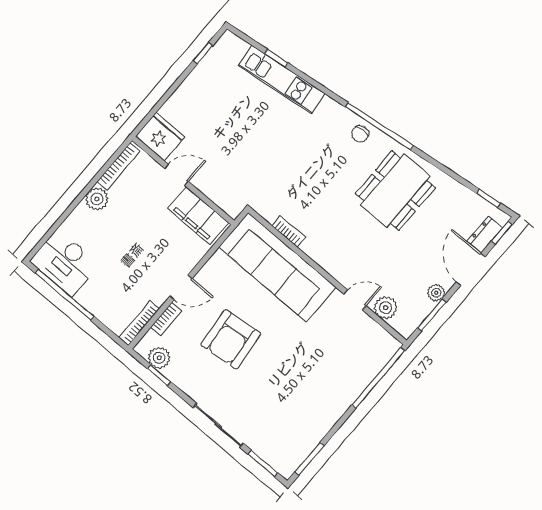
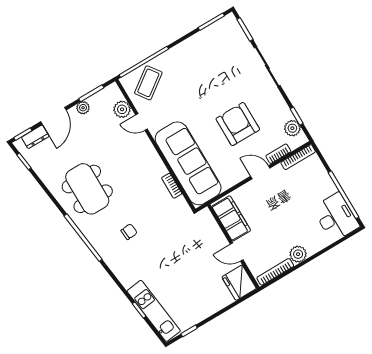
kitchen unit: (282, 79) -> (154, 311), moved
chair: (360, 134) -> (129, 232), moved
dining table: (395, 191) -> (87, 189), turned 90
armchair: (231, 339) -> (238, 124), turned -84
coffee table: (363, 353) -> (148, 83), added

